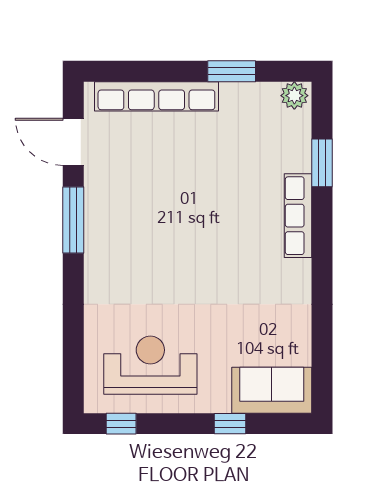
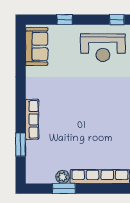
plant: (294, 96) -> (63, 177), moved
sofa: (272, 390) -> (37, 46), moved, turned -90

